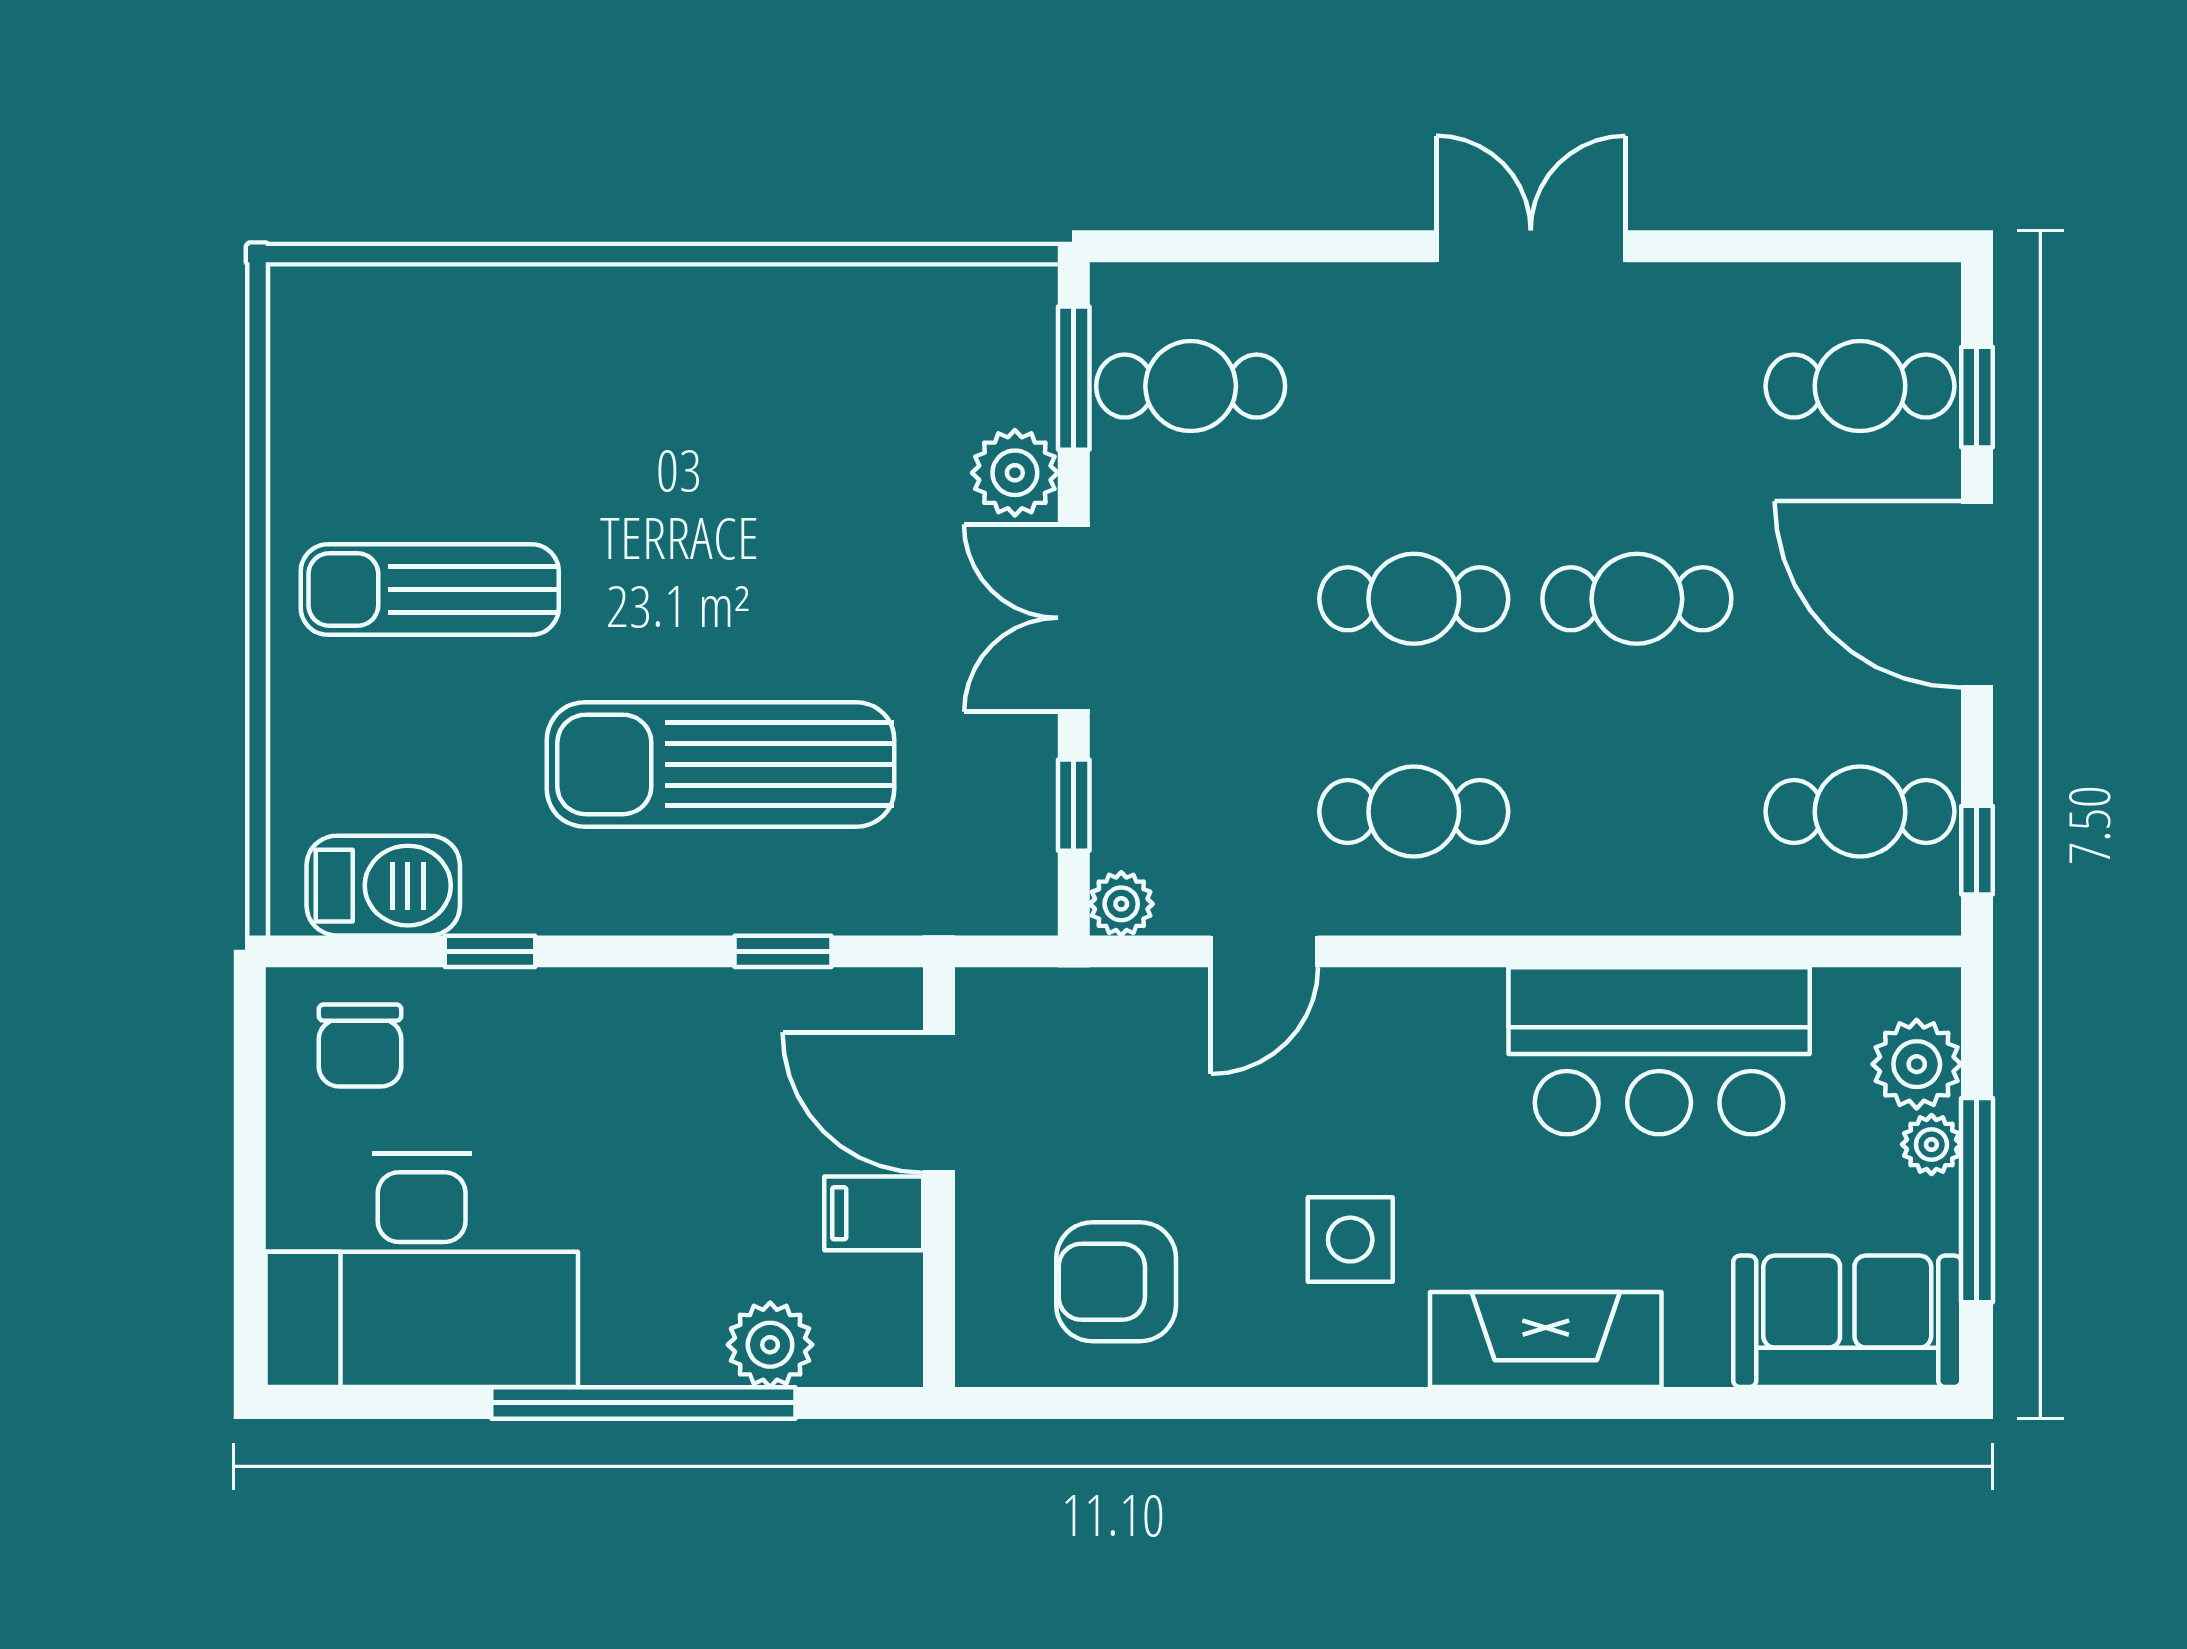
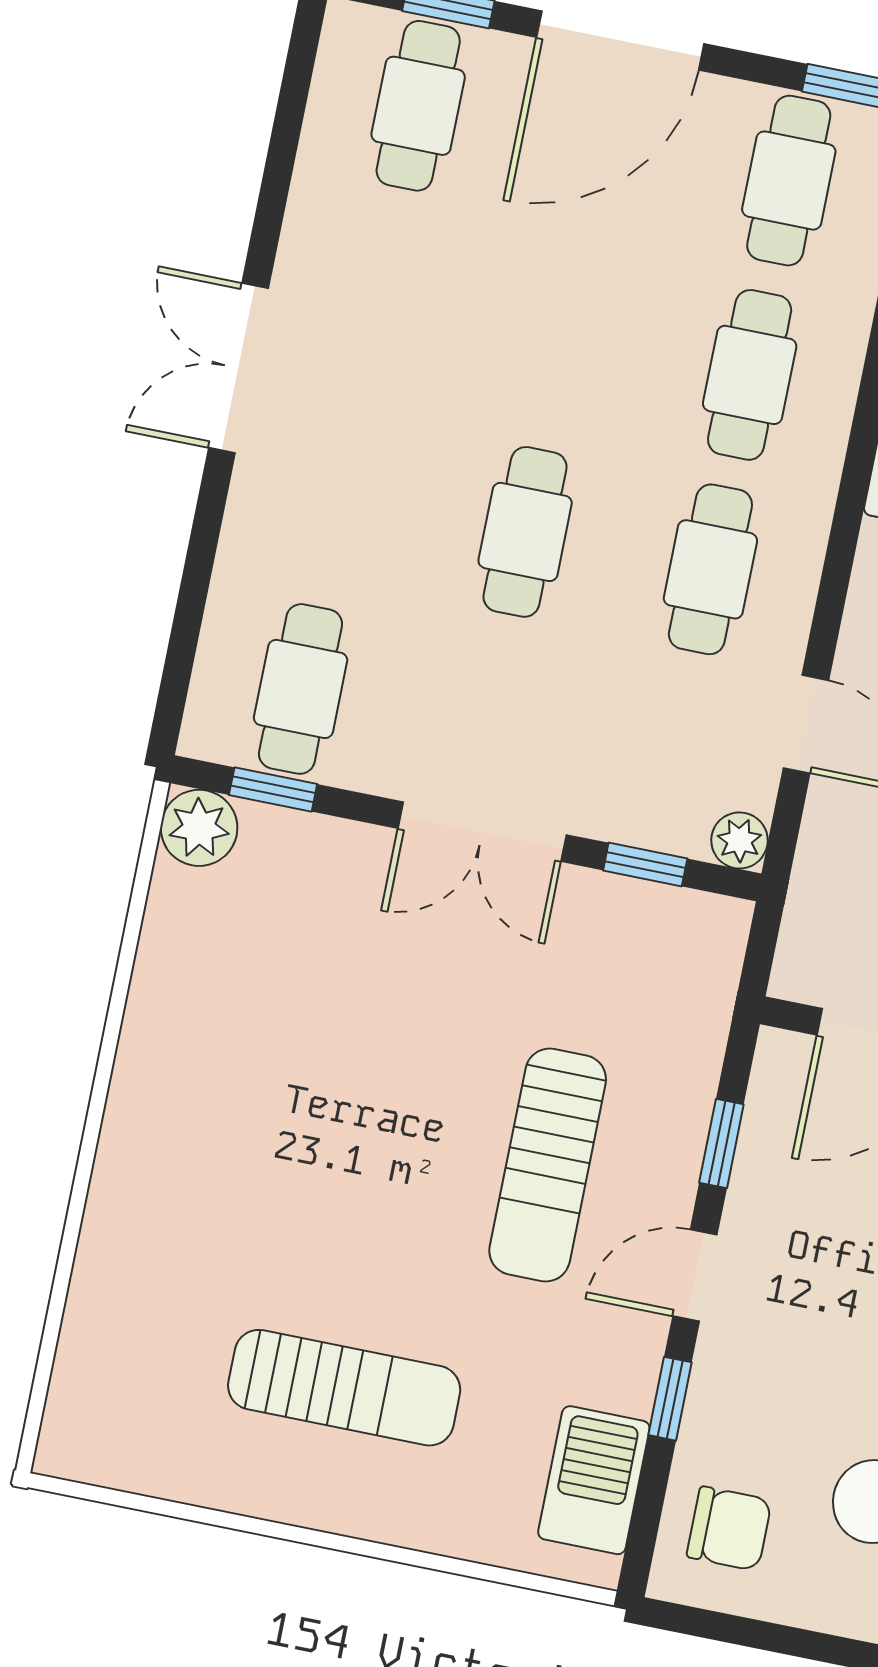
window: (1074, 378) -> (273, 789), width x0.67
plant: (1015, 473) -> (199, 828), moved
sun lounger: (430, 590) -> (344, 1388), turned -90
cafe table: (1637, 599) -> (750, 375), moved
sun lounger: (721, 764) -> (548, 1165), width x0.73, depth x0.75
door: (631, 951) -> (695, 1276), added

